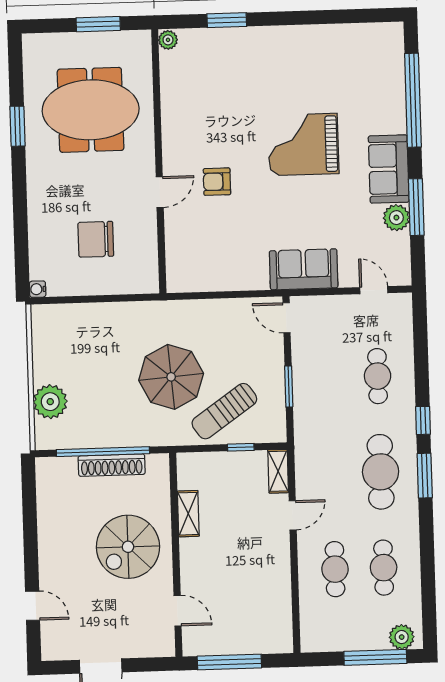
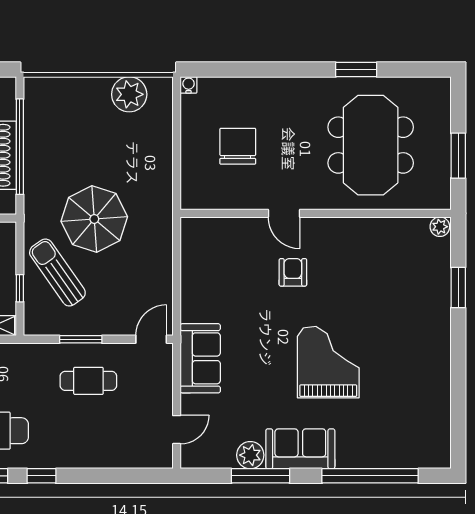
cafe table: (378, 376) -> (88, 381), moved
plant: (50, 402) -> (129, 94), moved

